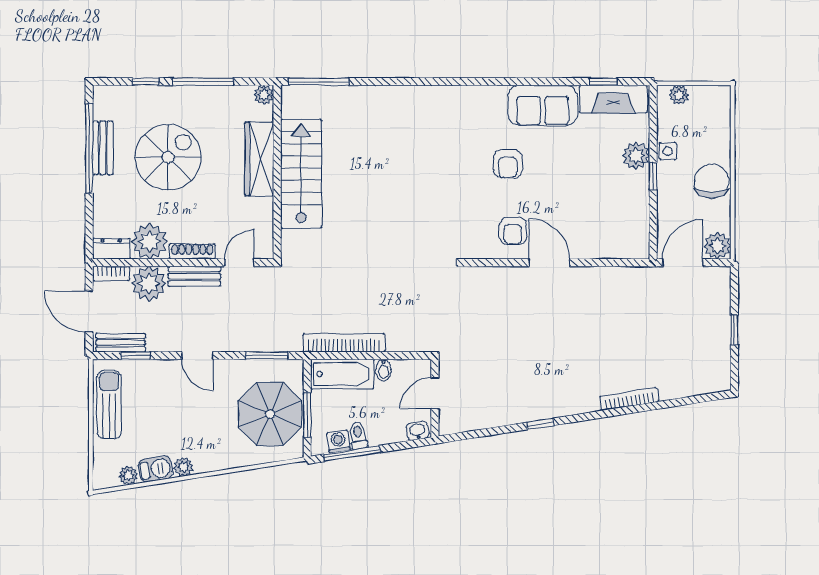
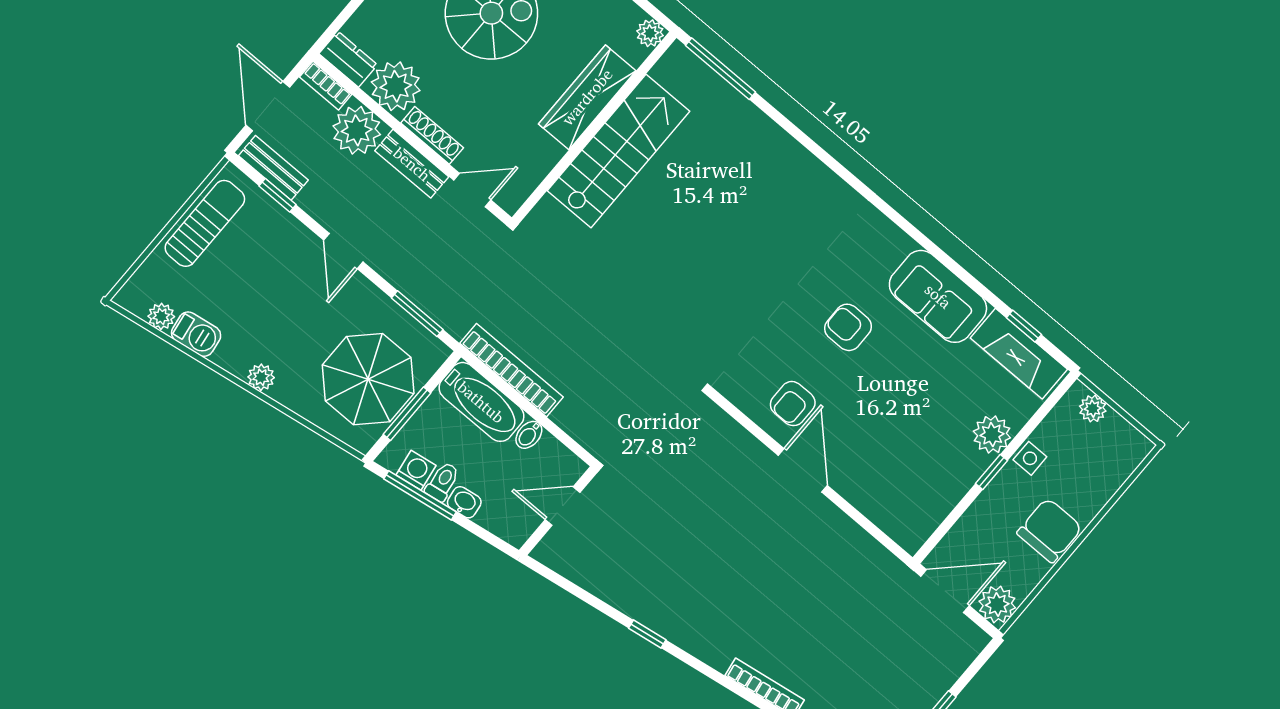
armchair: (508, 164) -> (848, 327), turned 90
washbasin: (417, 431) -> (464, 502), moved
plant: (183, 467) -> (261, 377), moved

